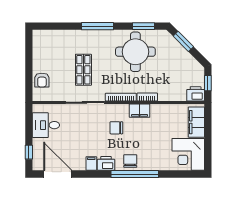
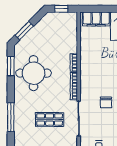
window: (98, 26) -> (11, 117), moved
printer: (196, 94) -> (71, 20), removed
filing cabinet: (140, 111) -> (86, 70), removed
chair: (116, 128) -> (106, 102), moved

